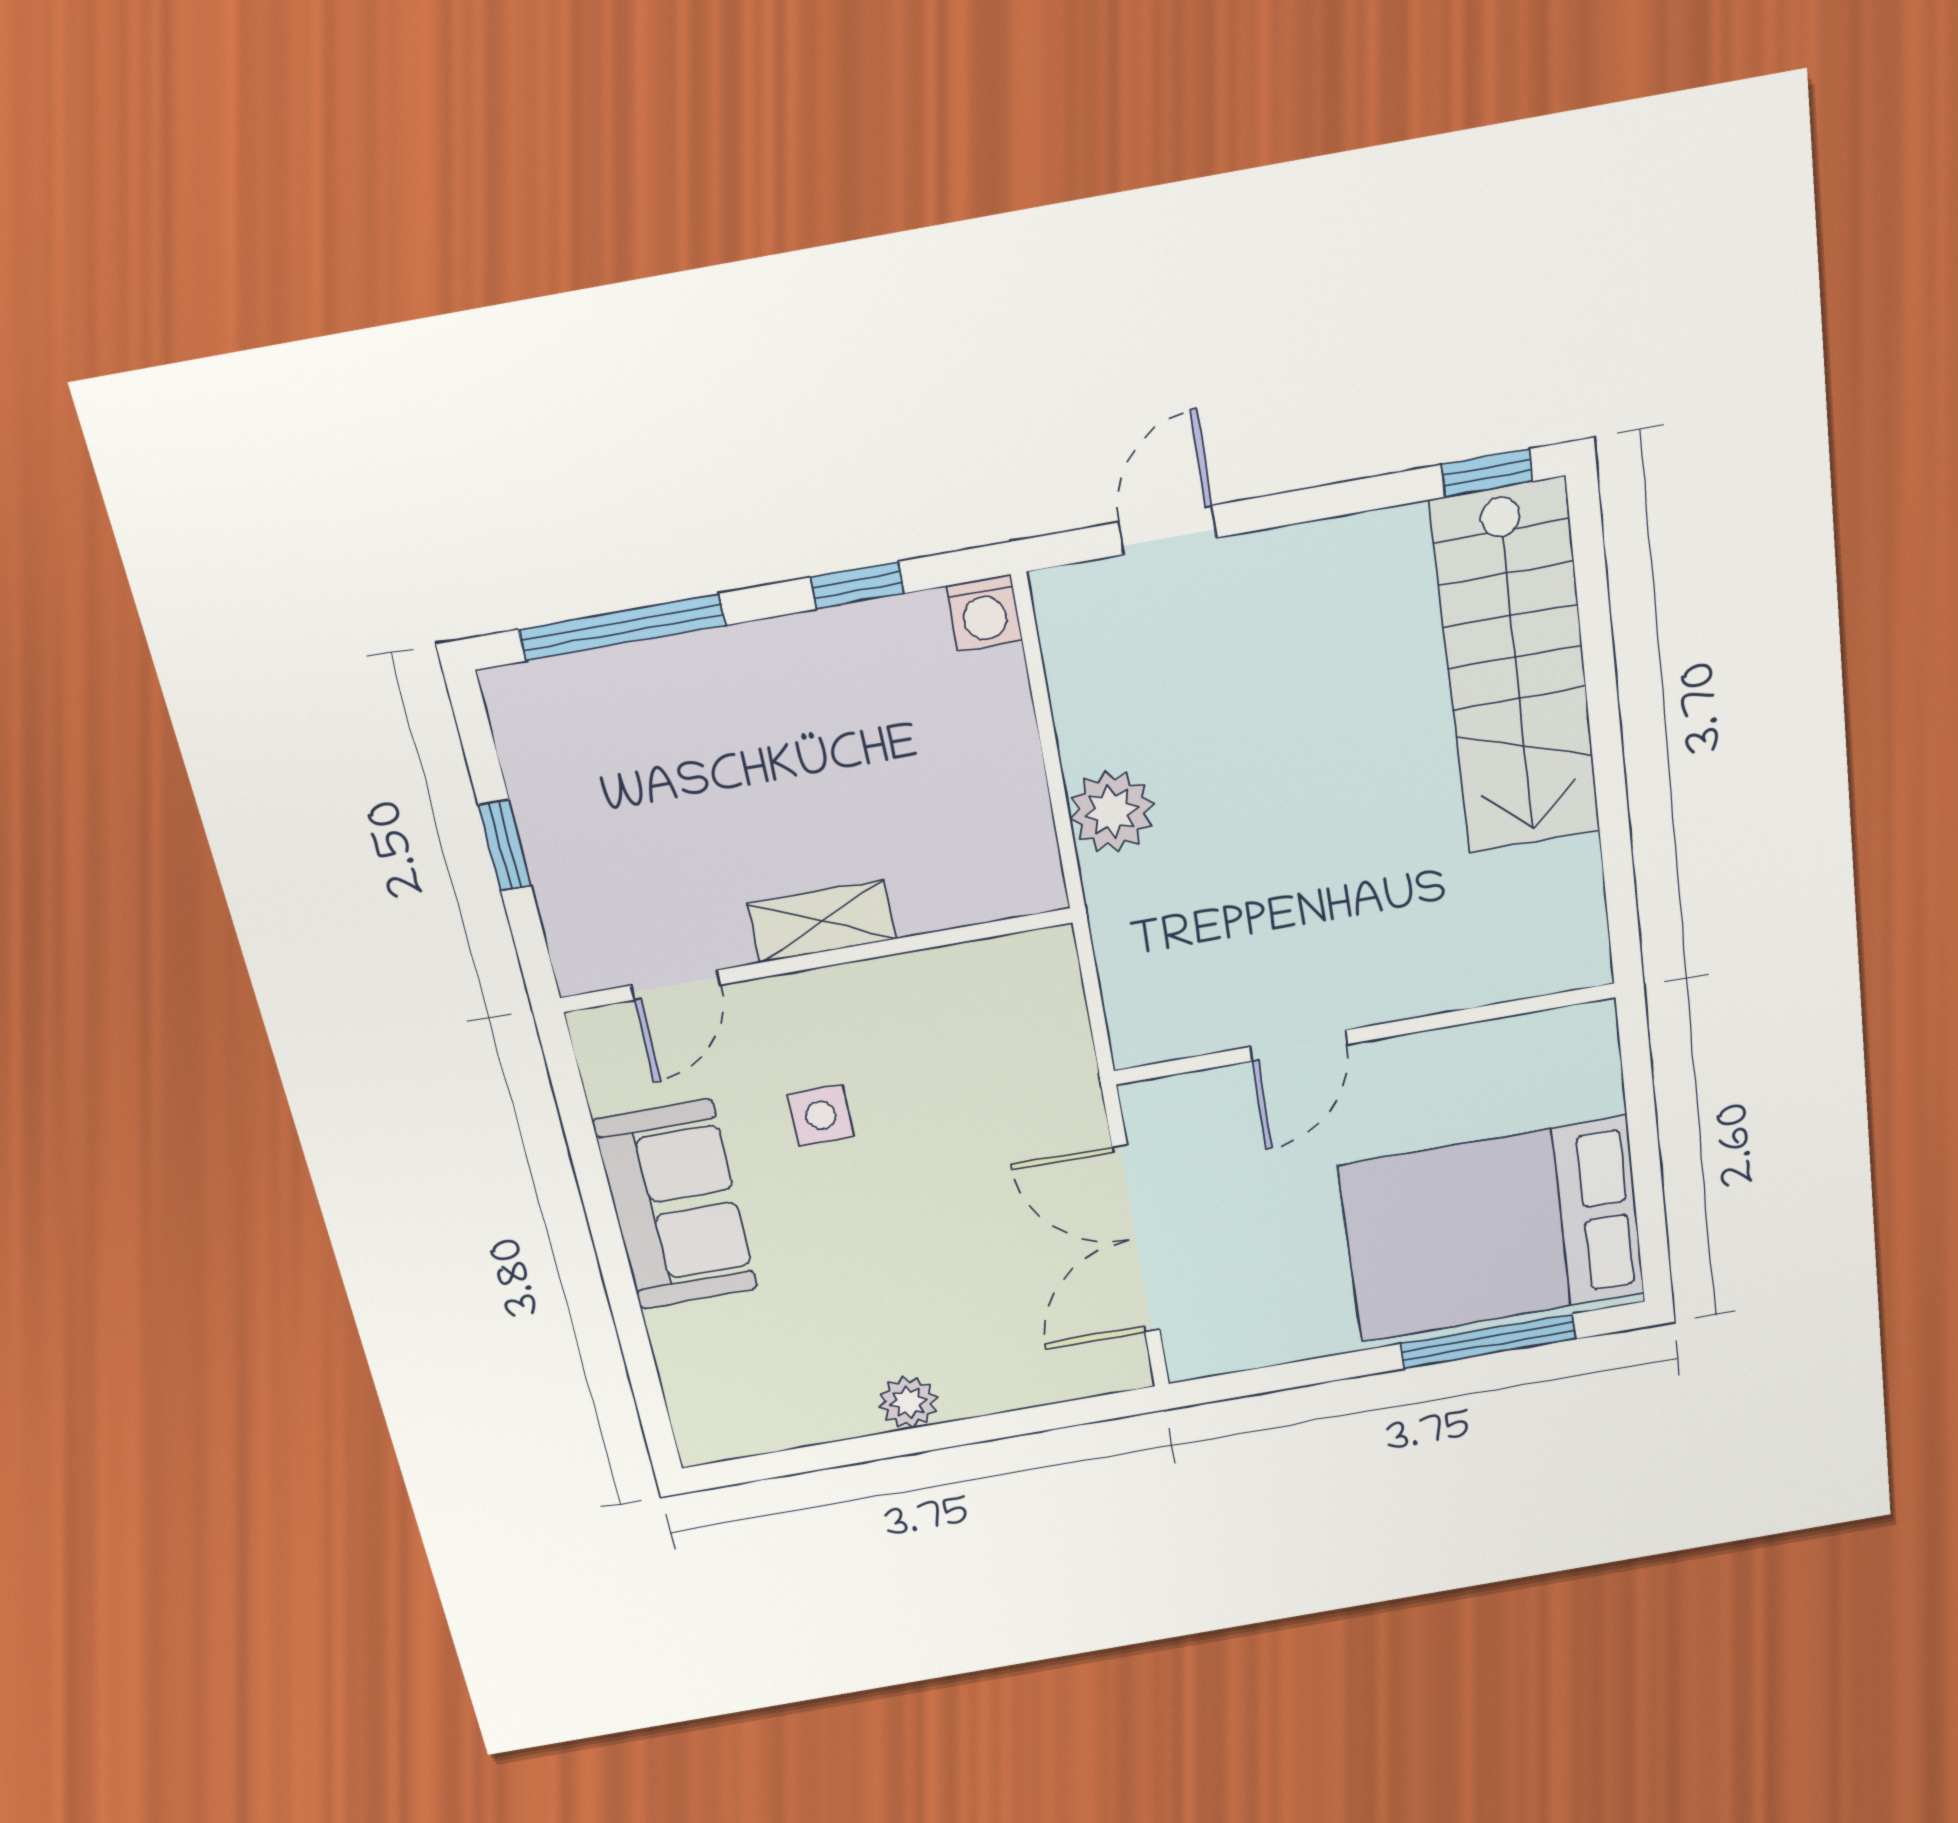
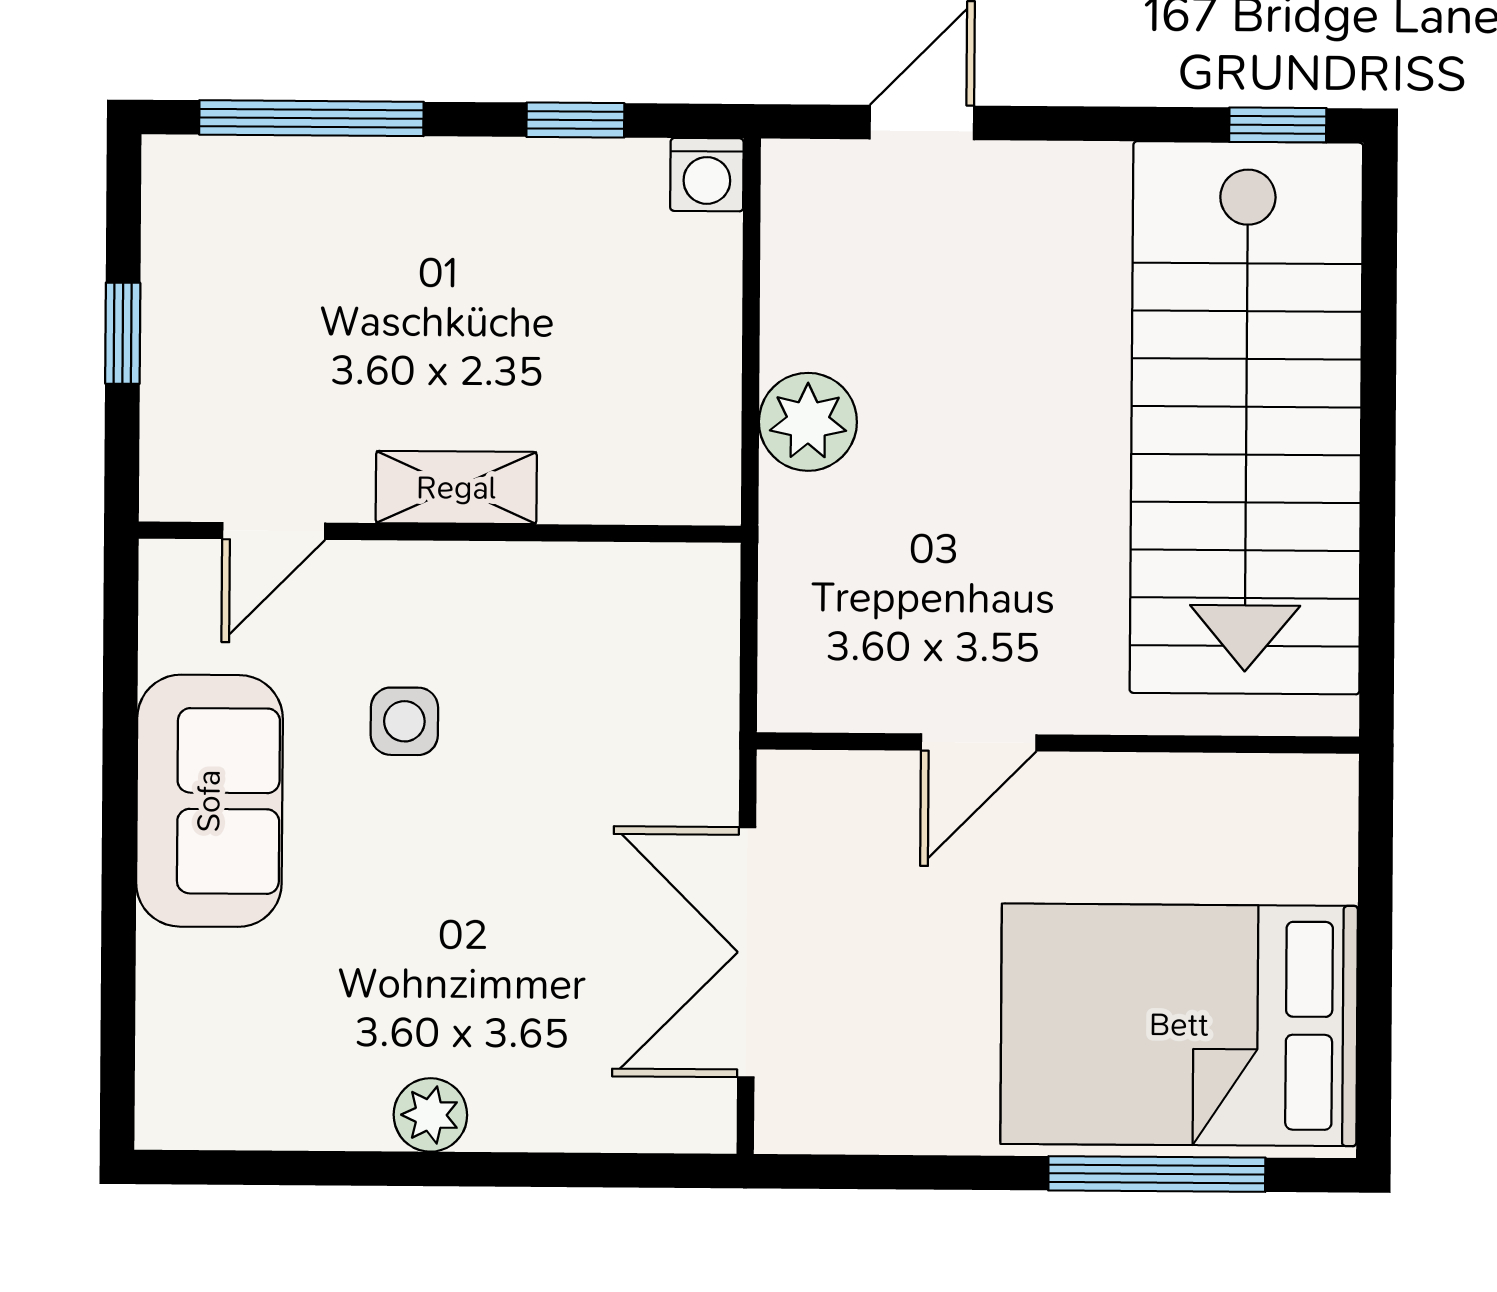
stairs: (1516, 669) -> (1246, 418), width x1.36, depth x1.51

